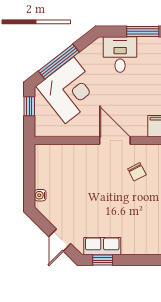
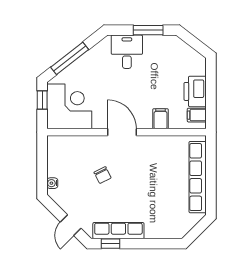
corner desk: (69, 90) -> (69, 106), moved, turned -52
chair: (137, 172) -> (103, 175), moved
row of seats: (102, 246) -> (118, 231), width x1.48

